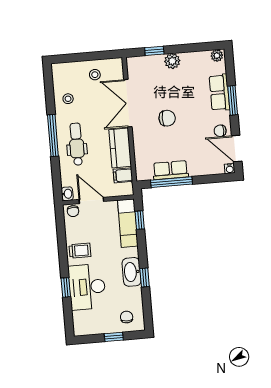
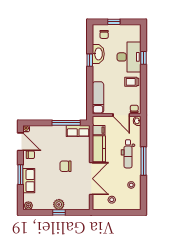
window: (154, 51) -> (59, 212), moved
row of seats: (171, 170) -> (78, 131), moved
window: (140, 220) -> (90, 99), removed
washbasin: (132, 272) -> (98, 54), moved

